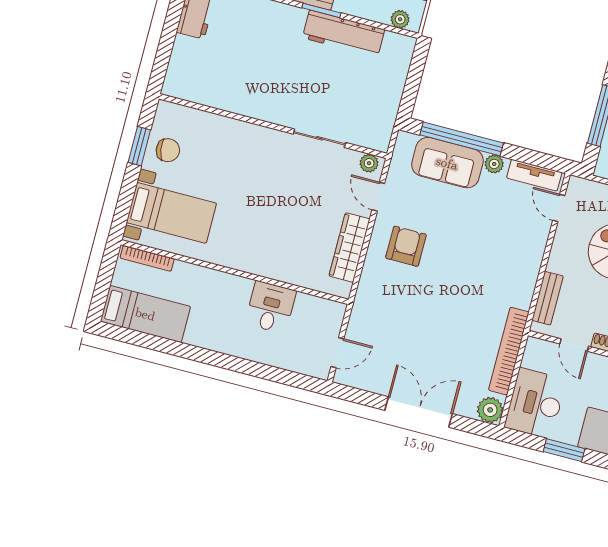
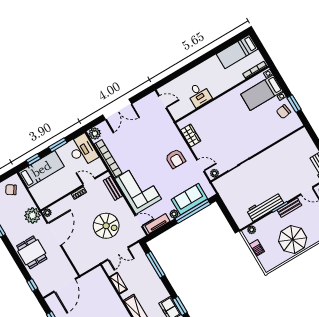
wardrobe: (350, 247) -> (191, 135), width x0.67
corner sofa: (510, 258) -> (138, 189), added
door: (337, 353) -> (163, 102), swing flipped

